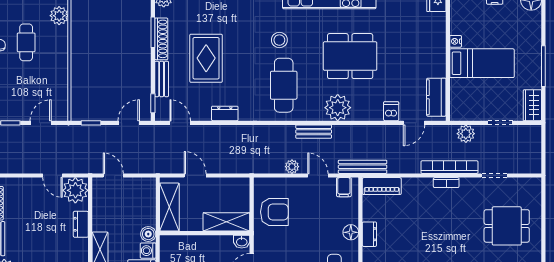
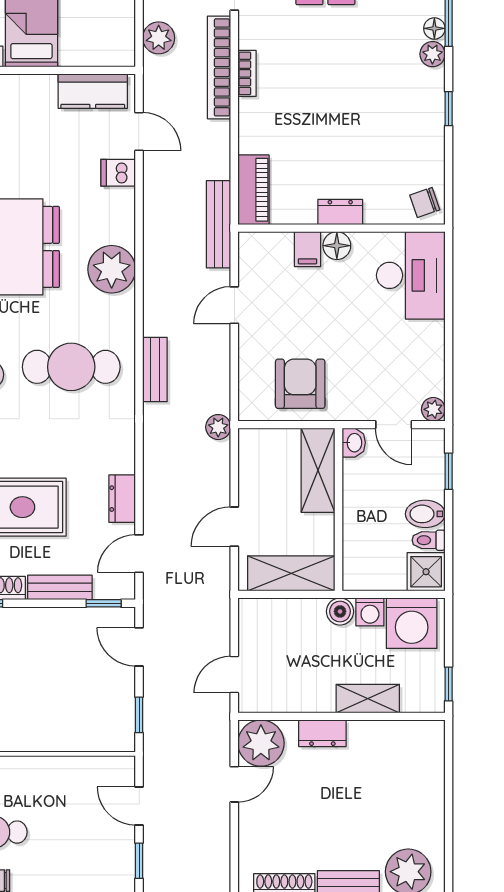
dresser: (225, 113) -> (122, 499), moved
bench: (314, 132) -> (155, 369), moved
plant: (292, 167) -> (218, 427), moved
filing cabinet: (344, 187) -> (307, 249), moved, turned 90

